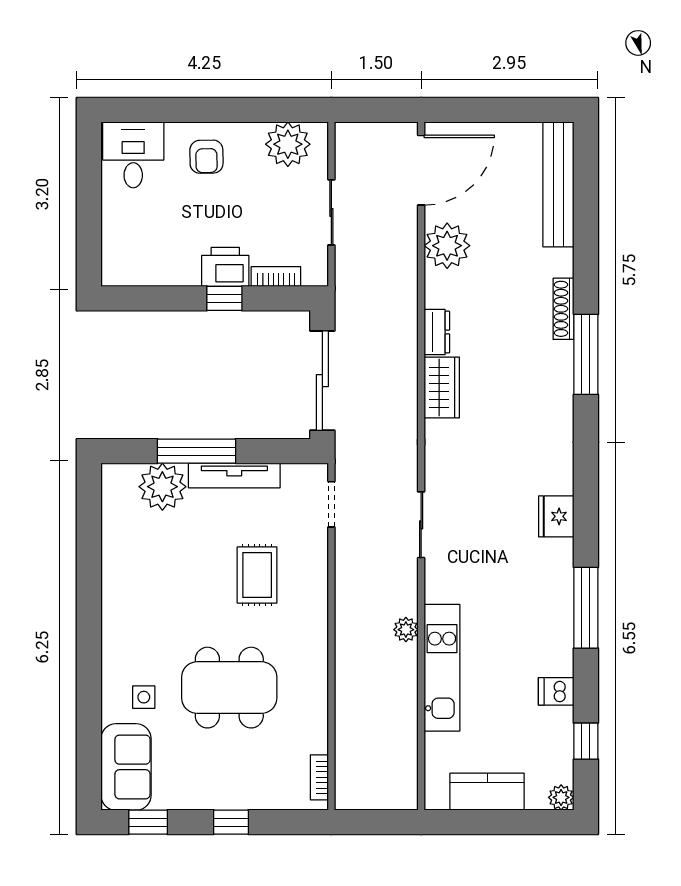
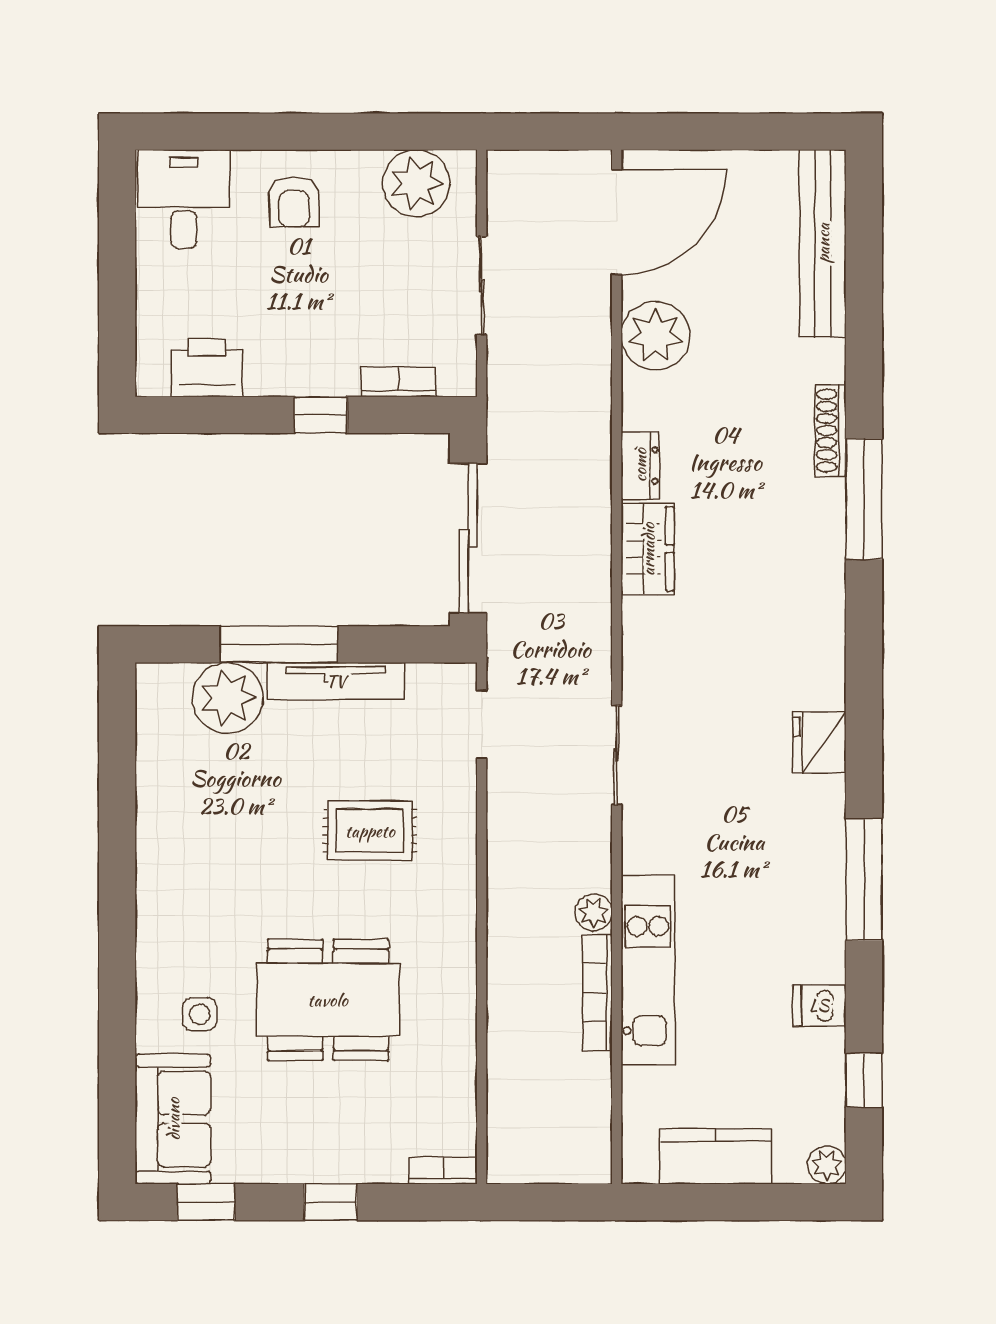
printer: (225, 267) -> (207, 368), moved
rug: (257, 575) -> (370, 831), turned 90
bookcase: (408, 683) -> (597, 993), added
bookcase: (319, 777) -> (443, 1171), moved, turned 90

